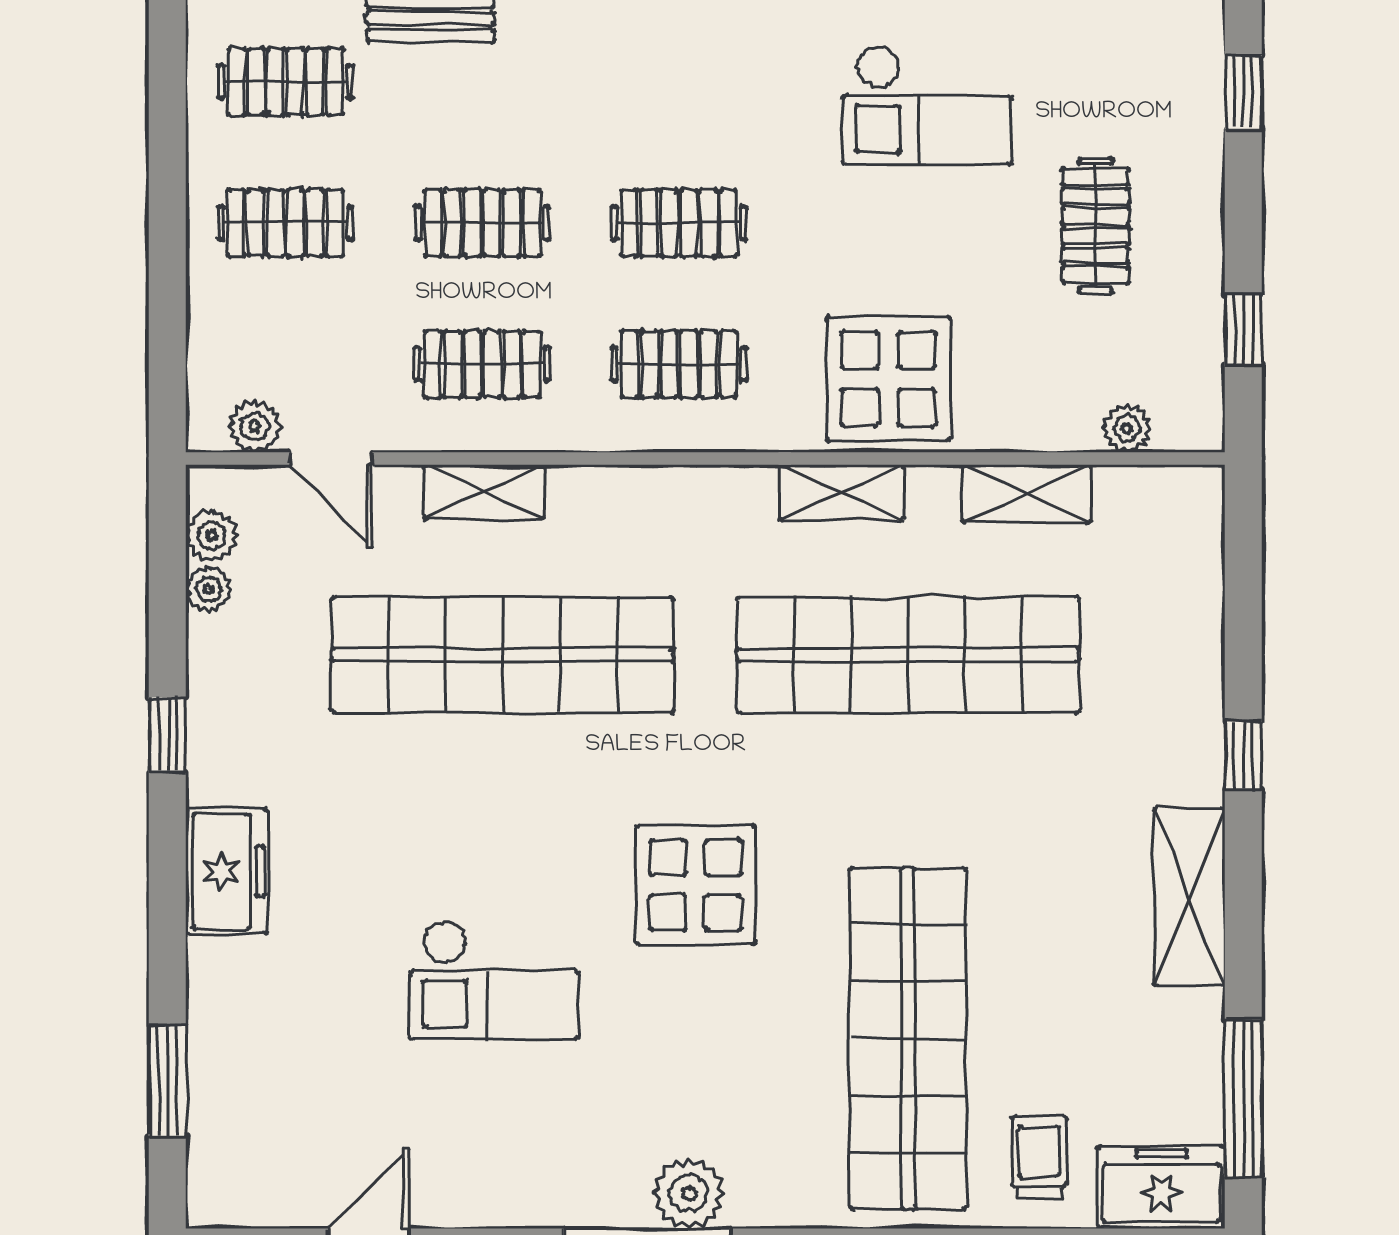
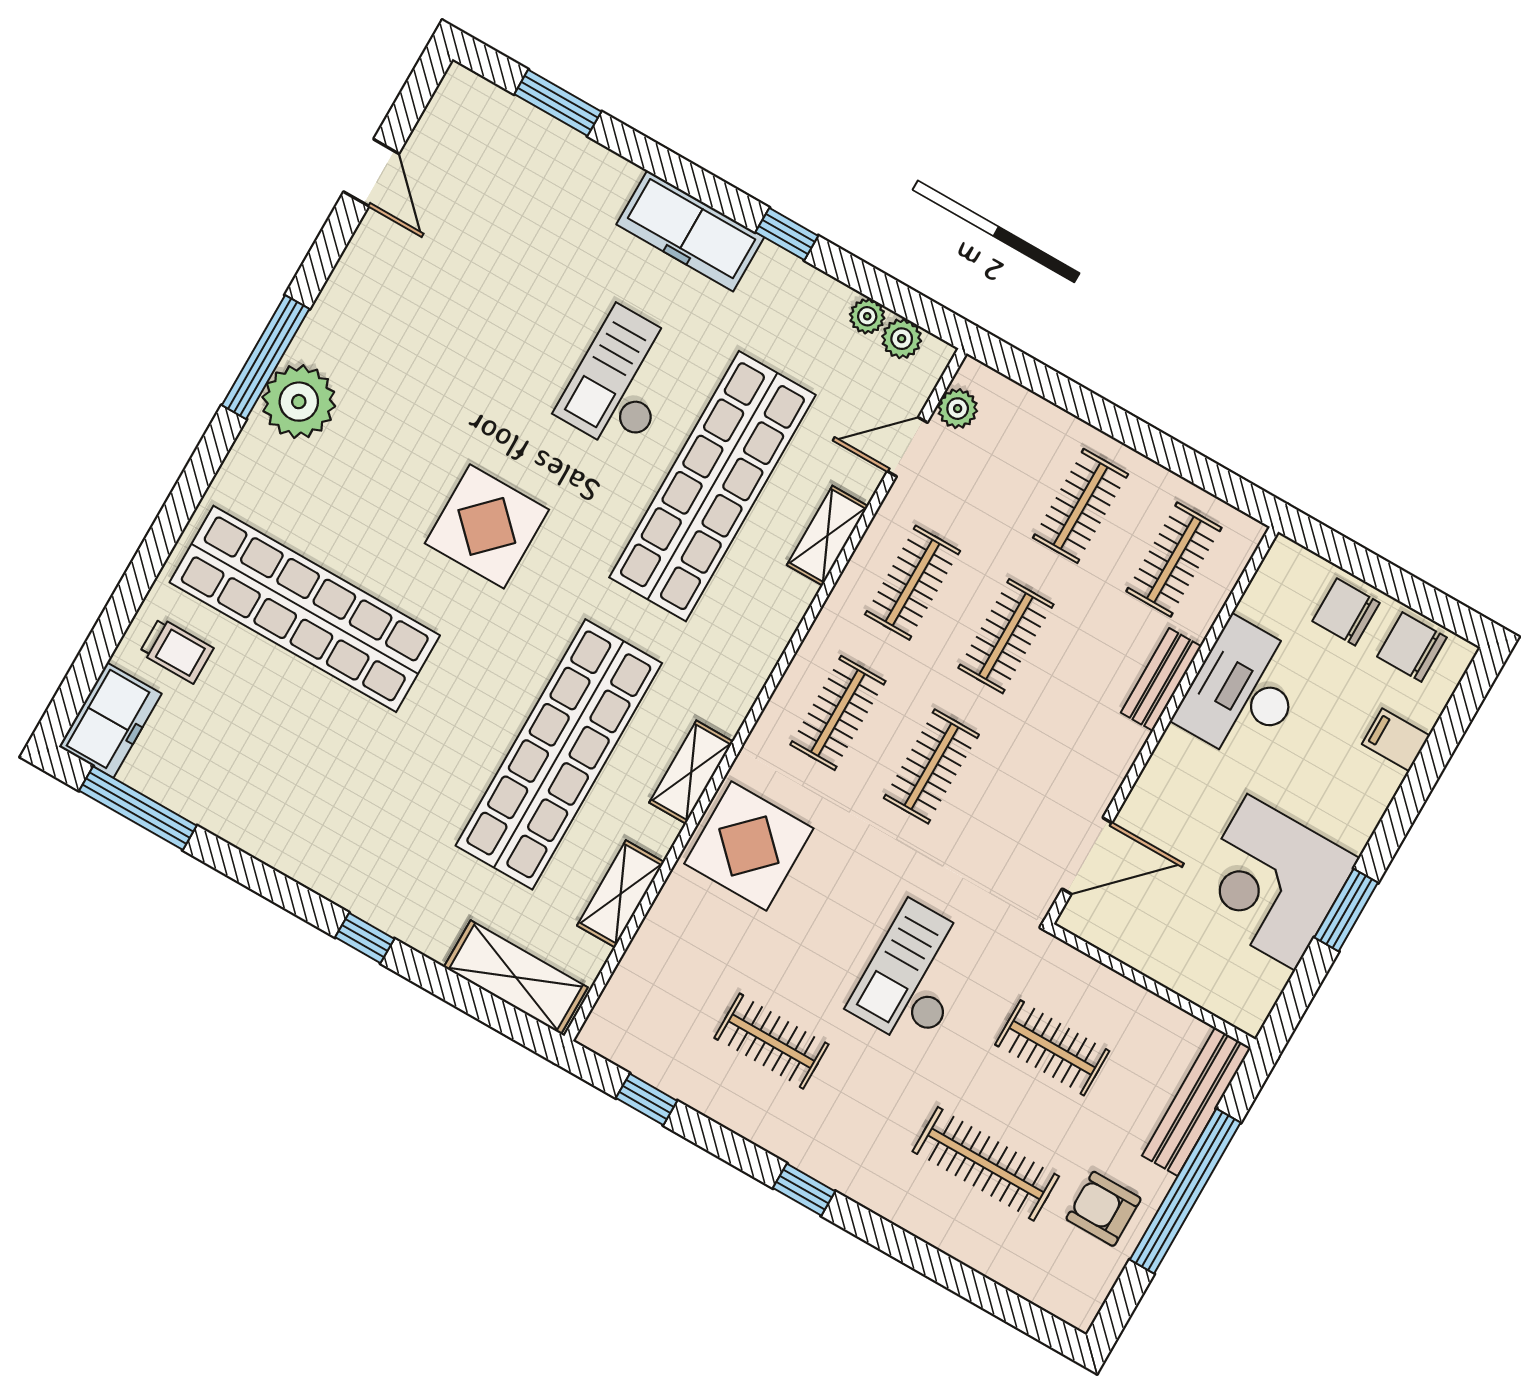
plant: (1127, 428) -> (626, 985), removed
freezer: (227, 872) -> (690, 231), width x1.40
shelving: (1190, 897) -> (516, 977), moved
checkout: (494, 980) -> (623, 380), moved
plant: (689, 1193) -> (299, 402), width x1.36, depth x1.36

